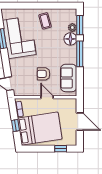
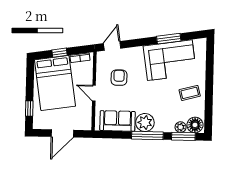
floor lamp: (70, 39) -> (195, 125), moved
plant: (69, 56) -> (145, 123), added
armchair: (43, 74) -> (119, 78), moved
door: (47, 97) -> (94, 93), swing flipped

